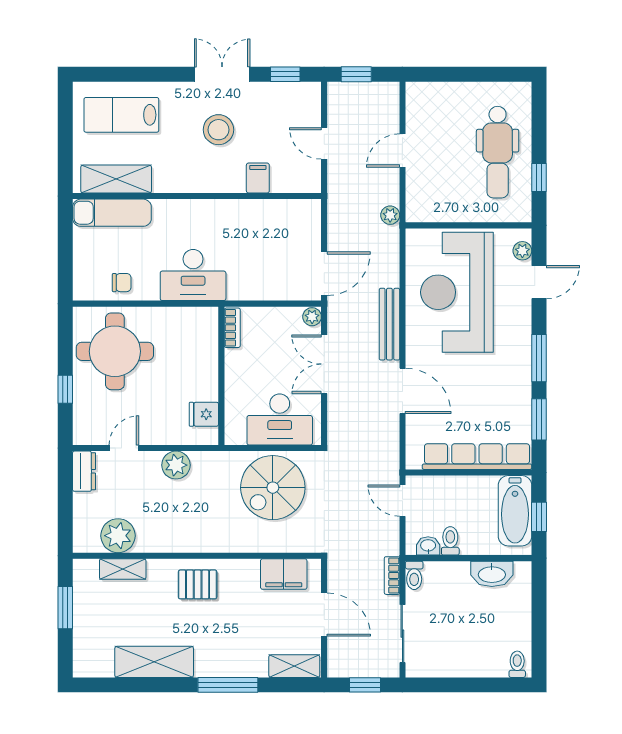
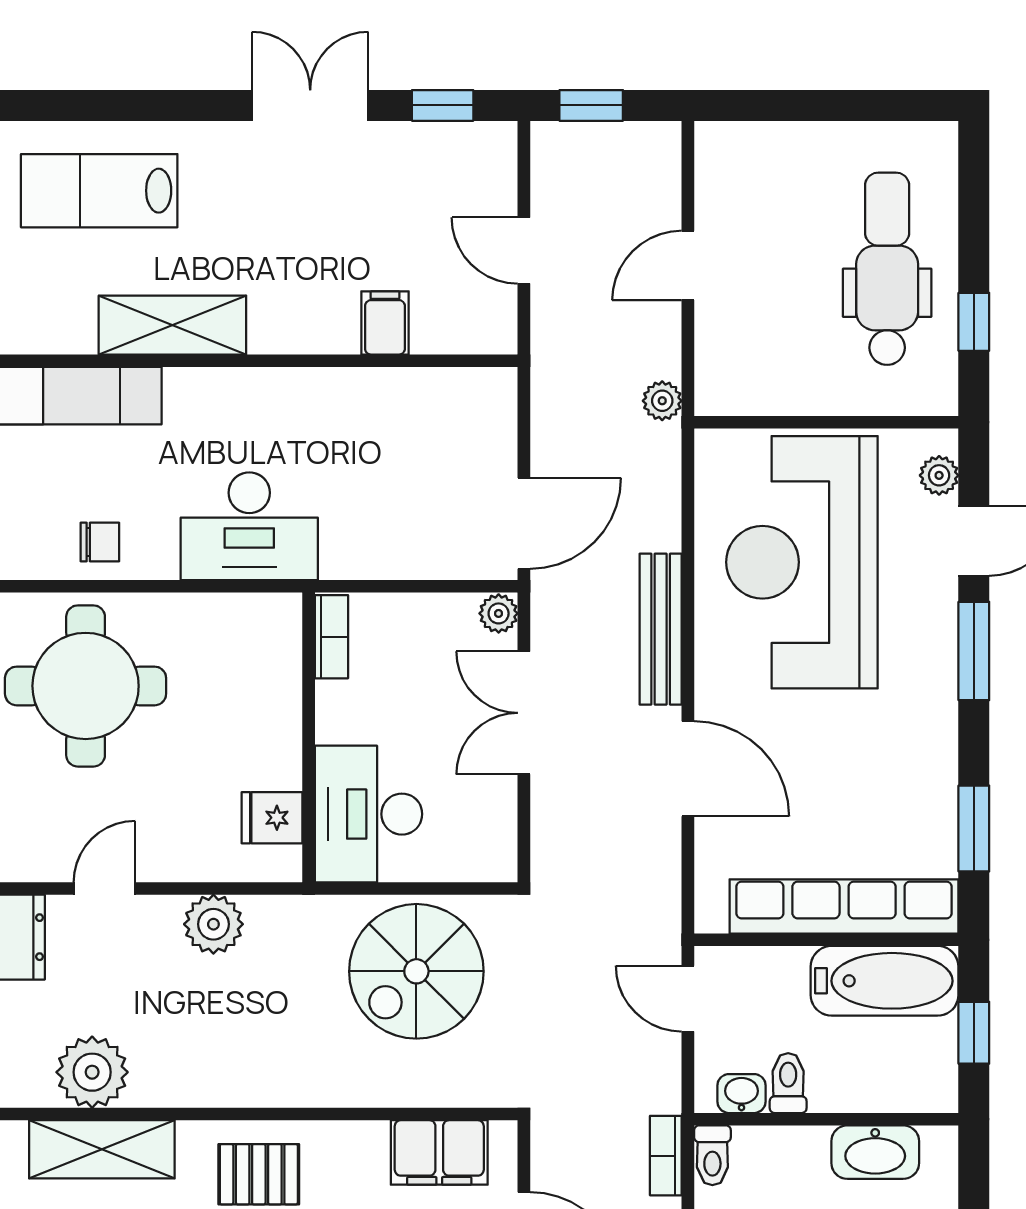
stool: (218, 130) -> (303, 222), removed
dental chair: (498, 152) -> (887, 269), turned 180
shelving: (116, 179) -> (172, 325), moved
window: (539, 358) -> (974, 651), moved
desk: (280, 419) -> (369, 814), moved, turned 90
bathtub: (515, 511) -> (885, 981), moved, turned -90
shelving: (123, 569) -> (102, 1149), width x1.50, depth x1.33

